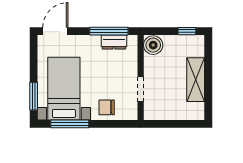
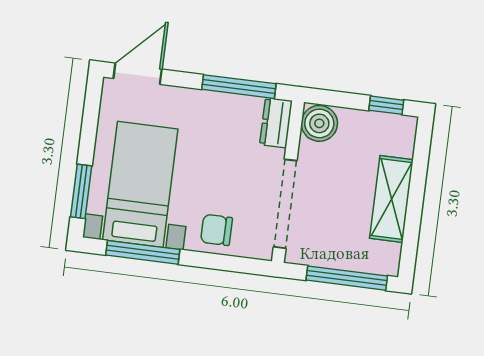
dresser: (114, 42) -> (276, 123), moved, turned 90
doorway: (141, 89) -> (285, 204), width x1.87
window: (178, 124) -> (347, 278), added

